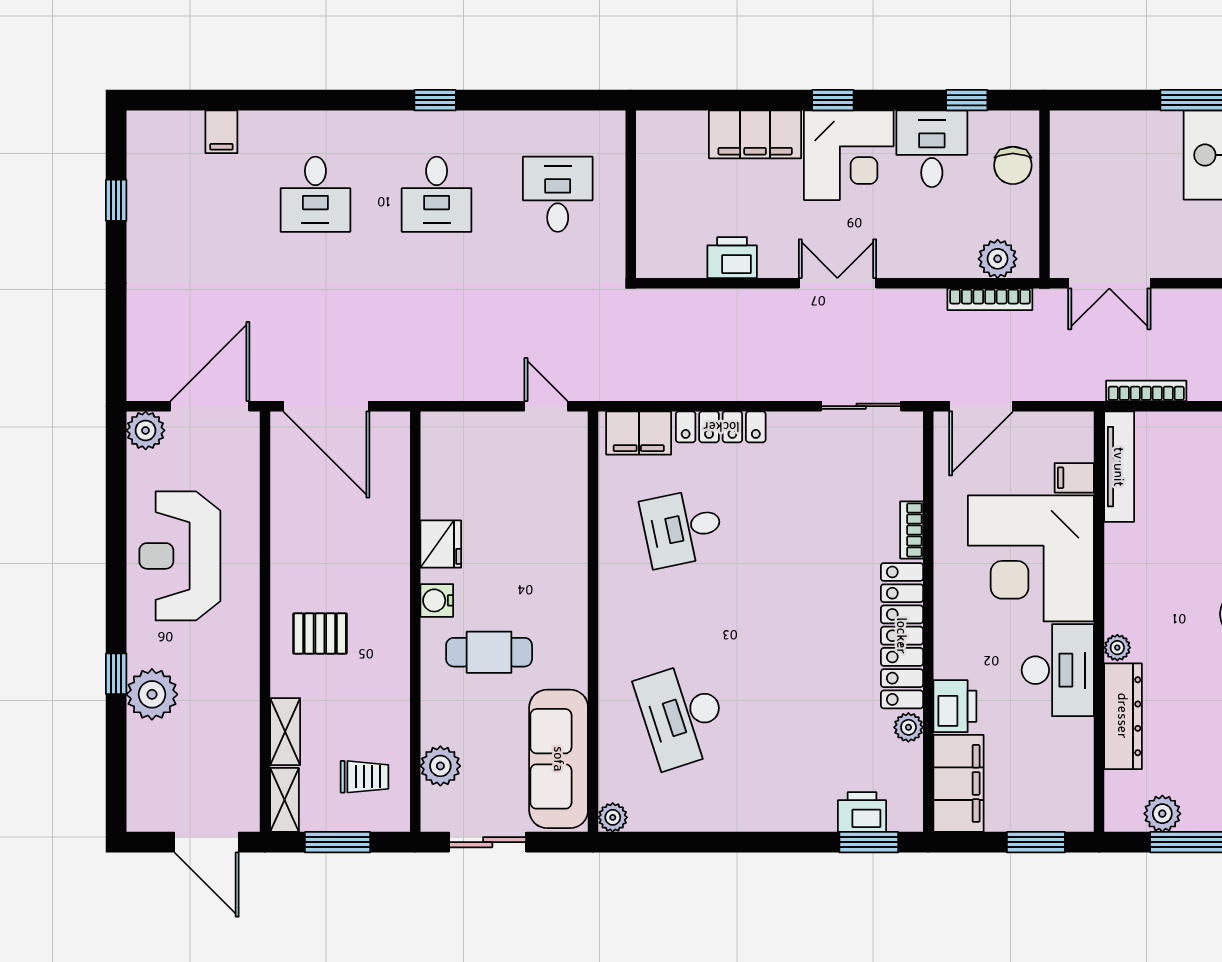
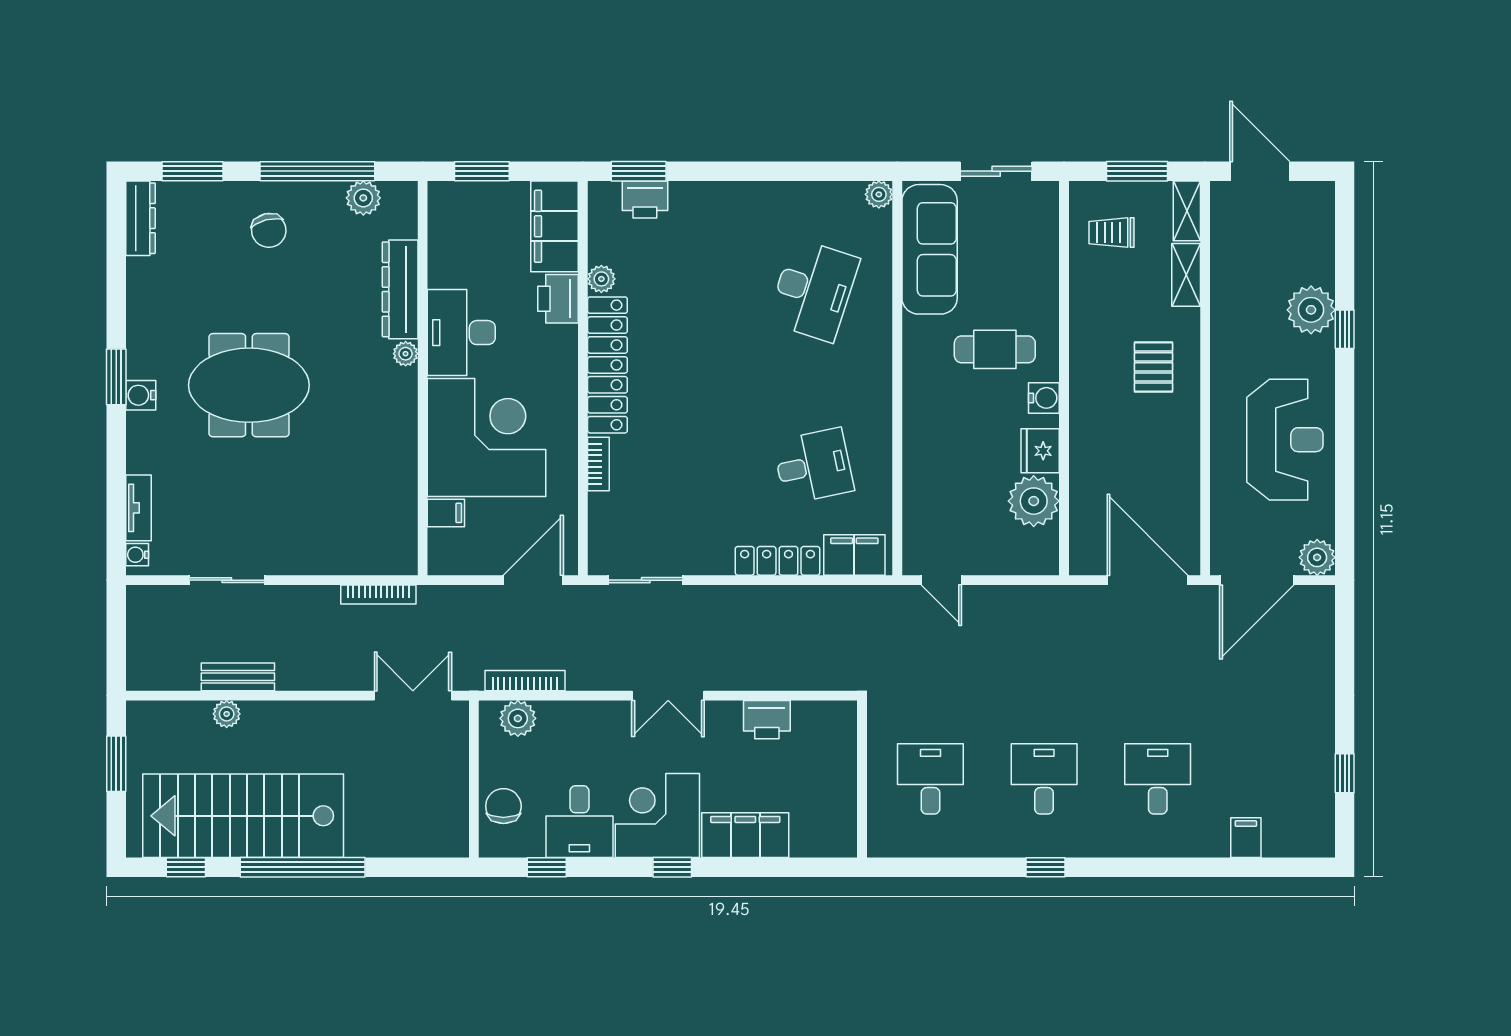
desk: (558, 194) -> (930, 779), turned 180
tv unit: (1119, 467) -> (404, 523), removed
pallet: (320, 633) -> (1153, 367), turned 90
desk: (682, 715) -> (813, 290), turned 36
plant: (440, 766) -> (1034, 501), moved, width x1.36, depth x1.36

